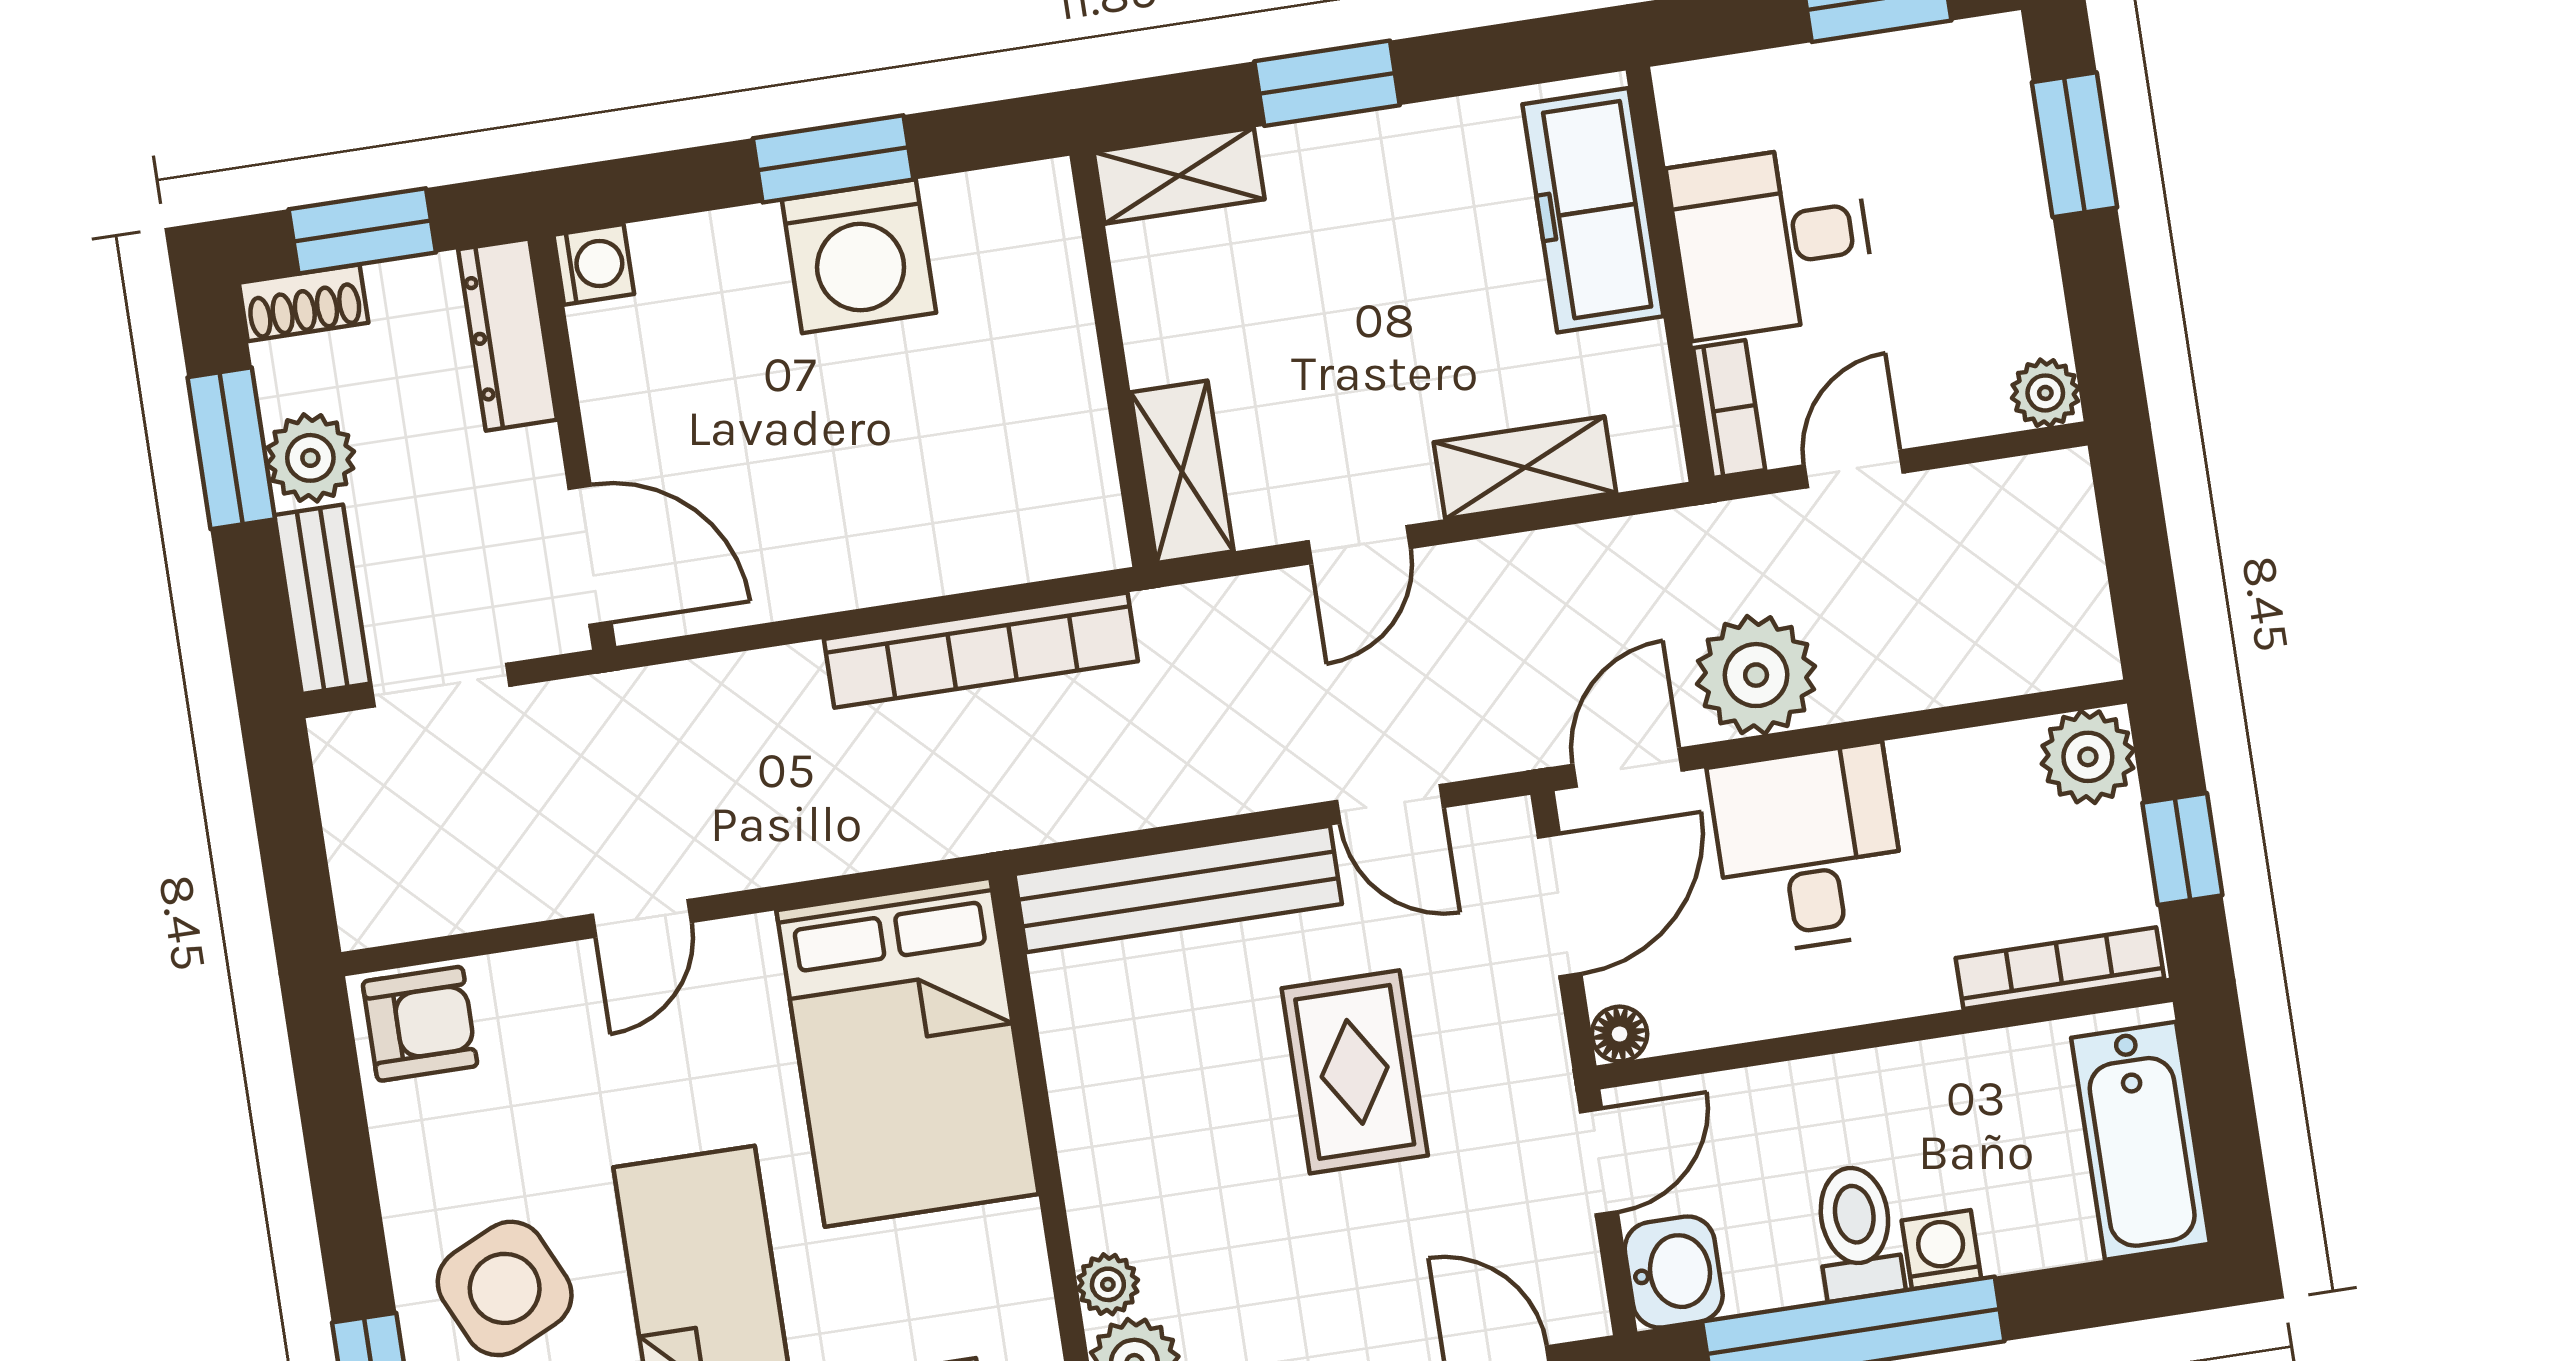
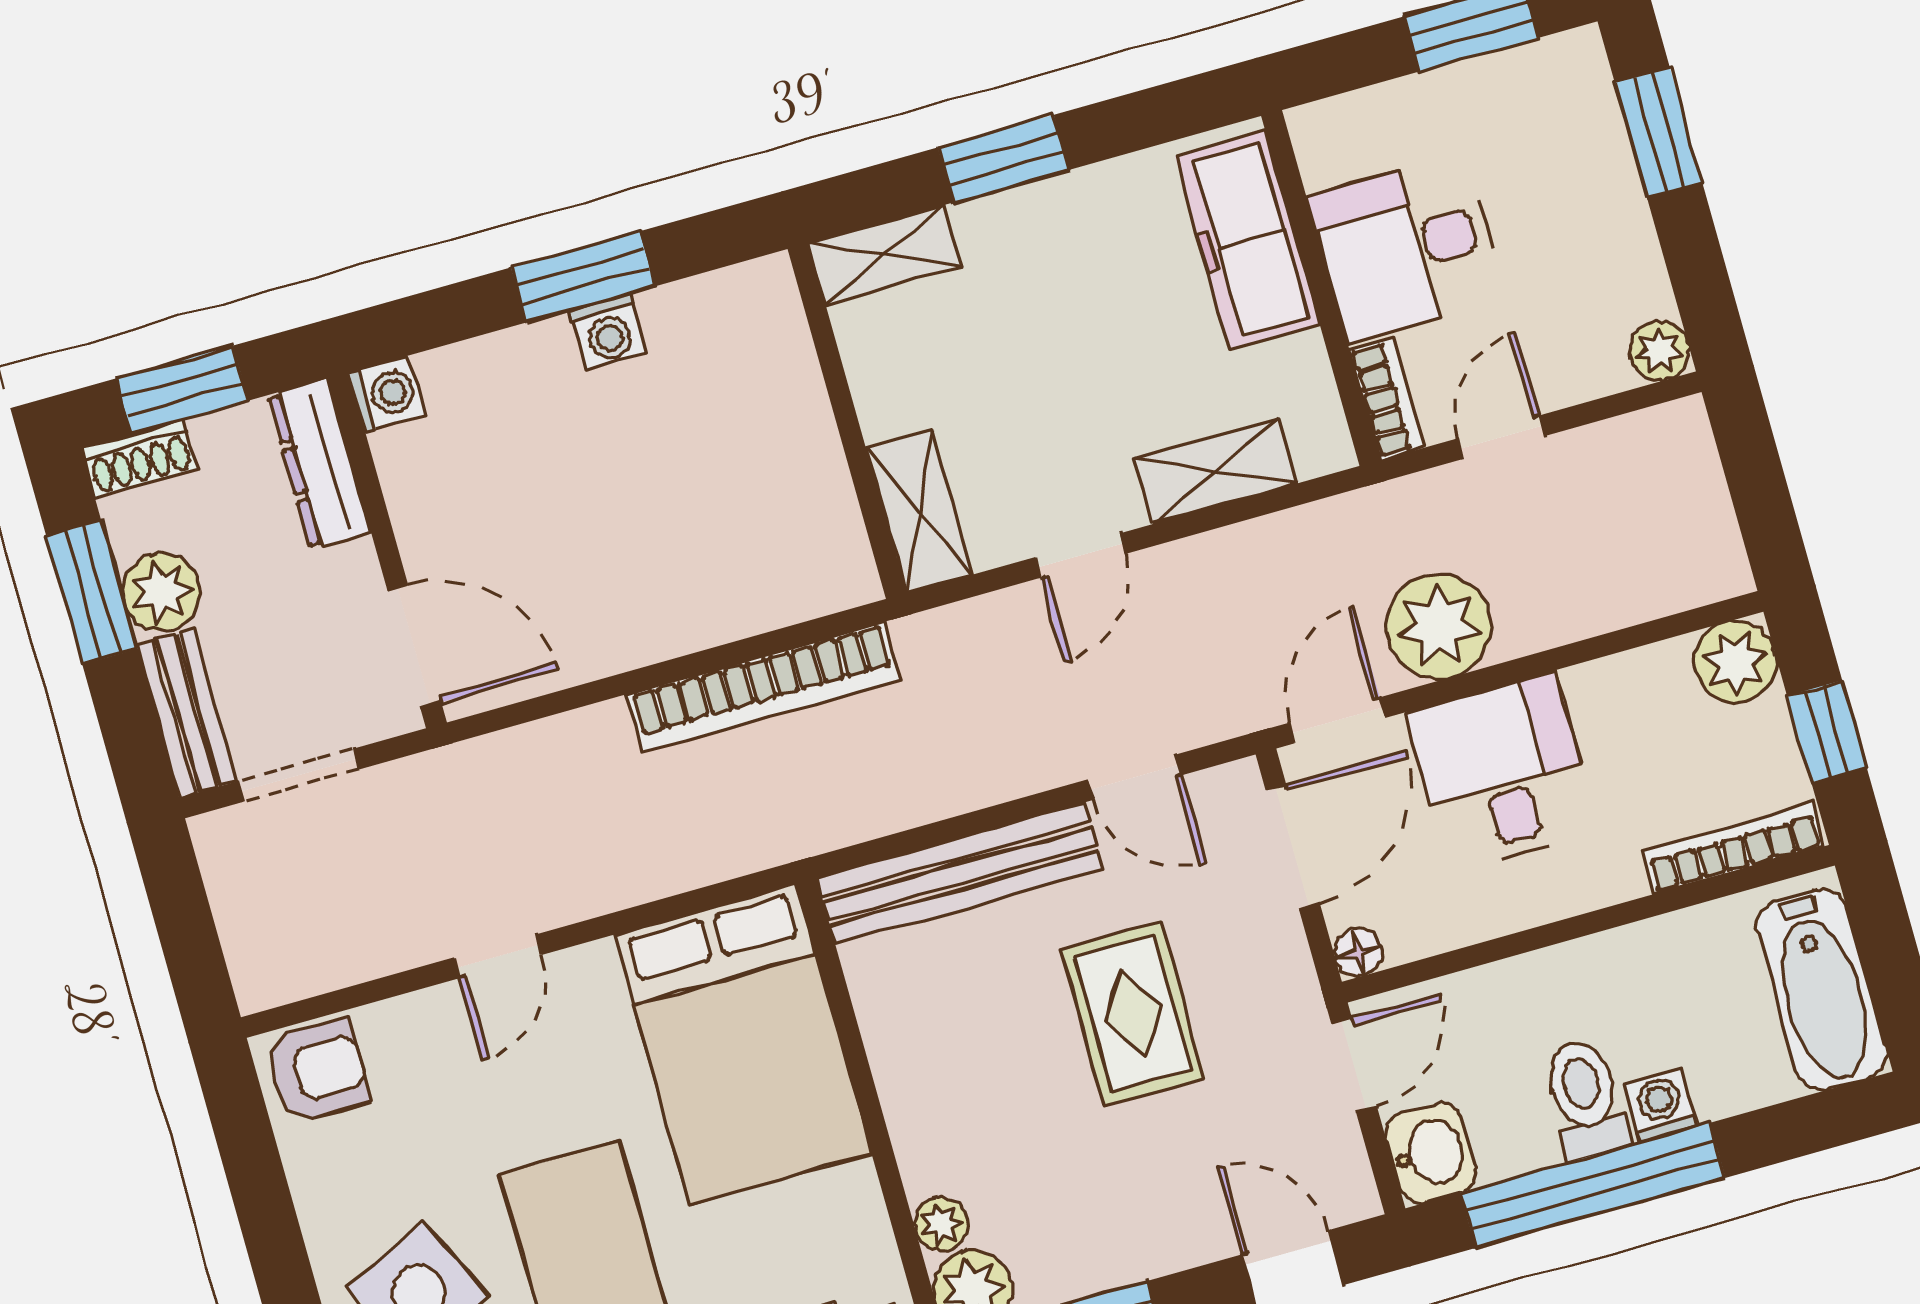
washing machine: (859, 256) -> (608, 332), width x0.53, depth x0.53

